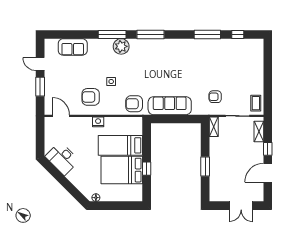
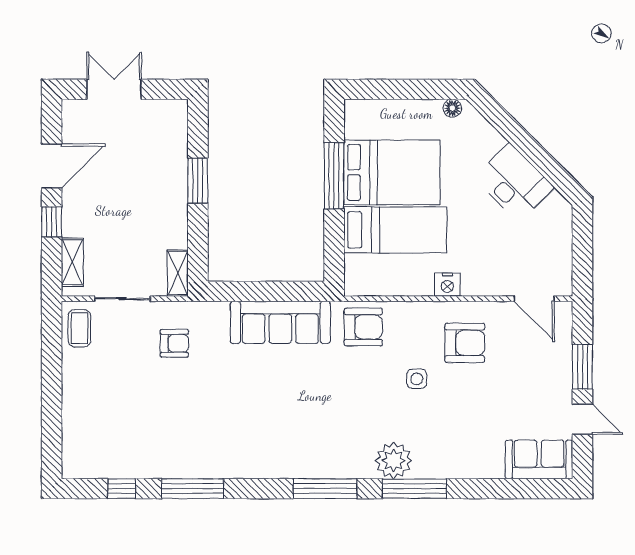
sofa: (73, 47) -> (539, 459), moved
desk: (62, 158) -> (514, 183), moved
window: (147, 169) -> (334, 176), width x2.17

